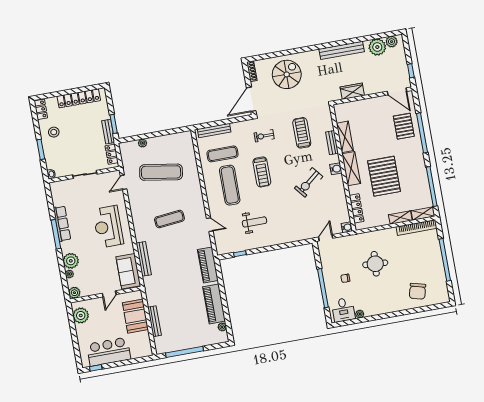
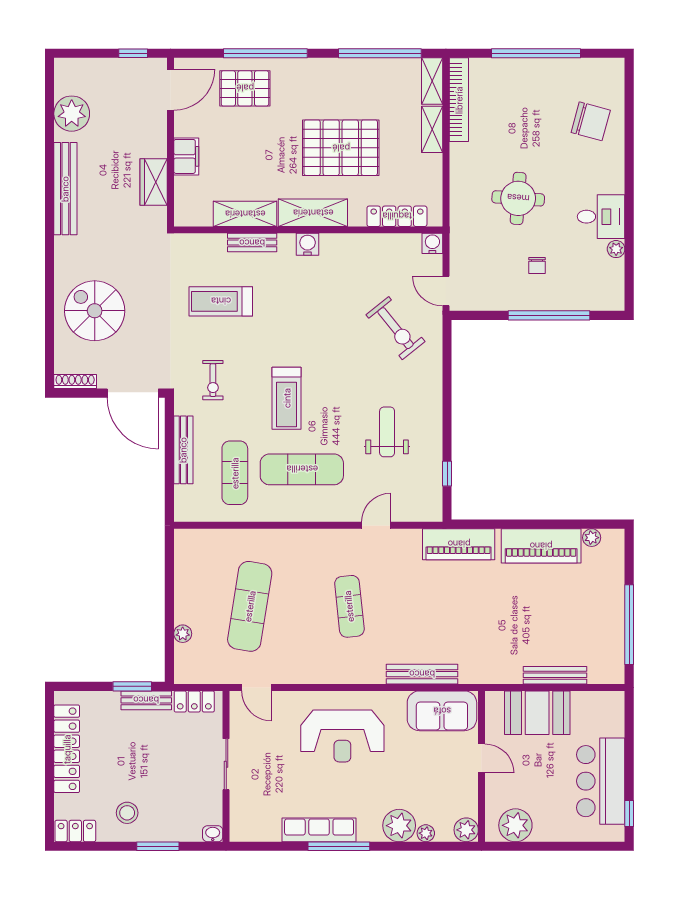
plant: (392, 42) -> (66, 82), removed
filing cabinet: (367, 104) -> (186, 156), added
bench: (214, 131) -> (183, 450), moved
treadmill: (262, 172) -> (287, 398), turned 90
exercise bike: (309, 182) -> (395, 328), moved
desk: (343, 310) -> (601, 217), moved

